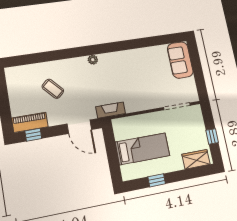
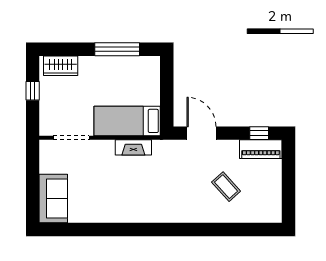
plant: (93, 60) -> (169, 216), removed
fireplace: (111, 110) -> (133, 147), moved
bed: (142, 149) -> (127, 121), moved
window: (157, 180) -> (117, 49), width x2.17

